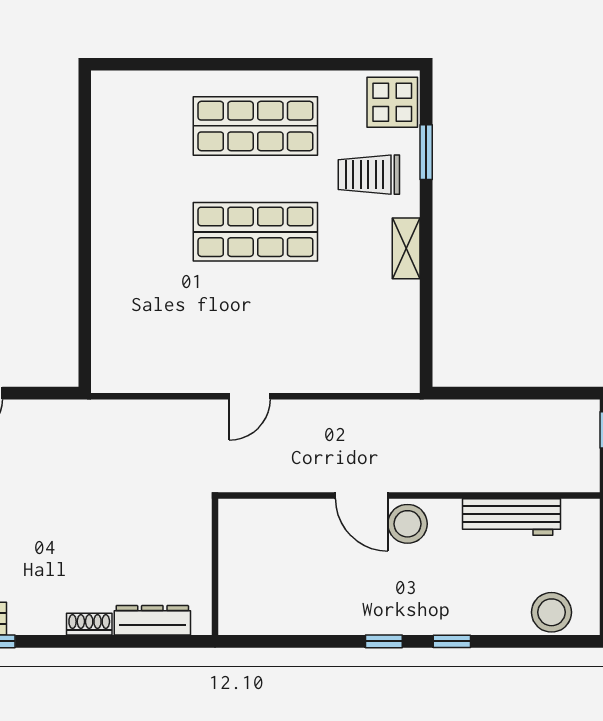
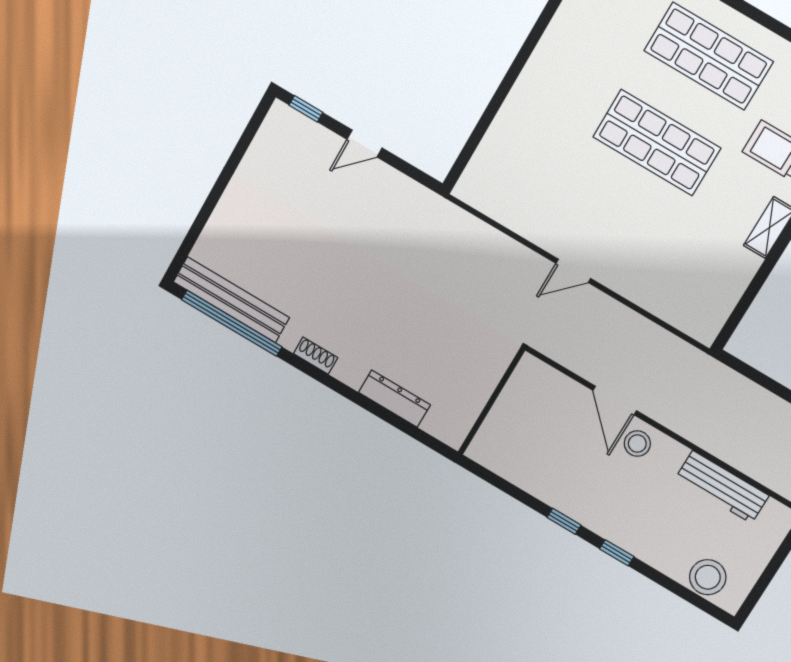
stool: (408, 524) -> (637, 444), width x0.73, depth x0.73
wall: (215, 567) -> (491, 401), moved
shoe rack: (89, 624) -> (316, 356), moved

